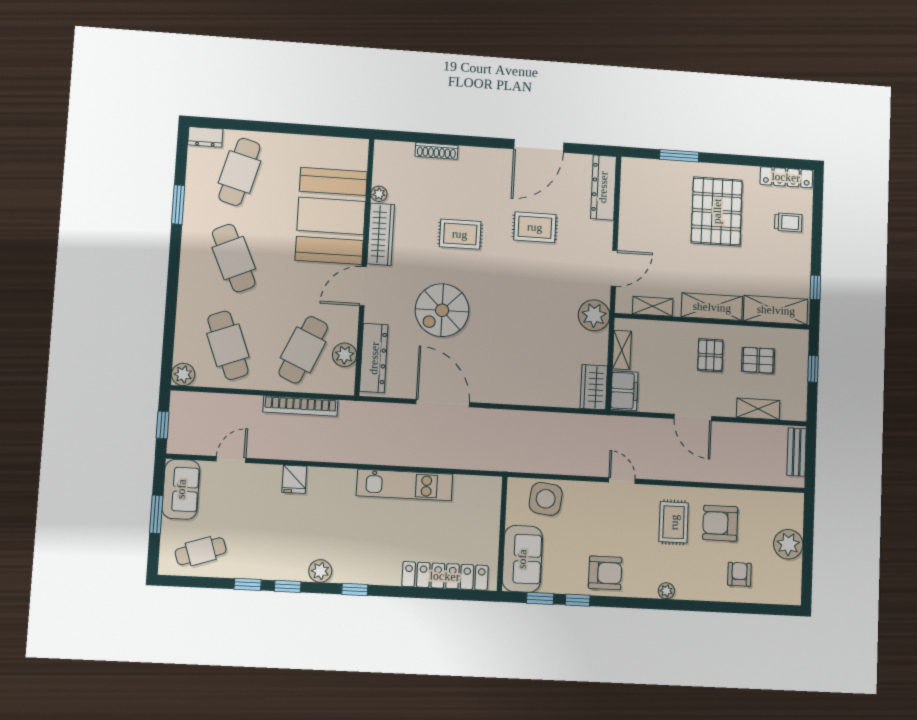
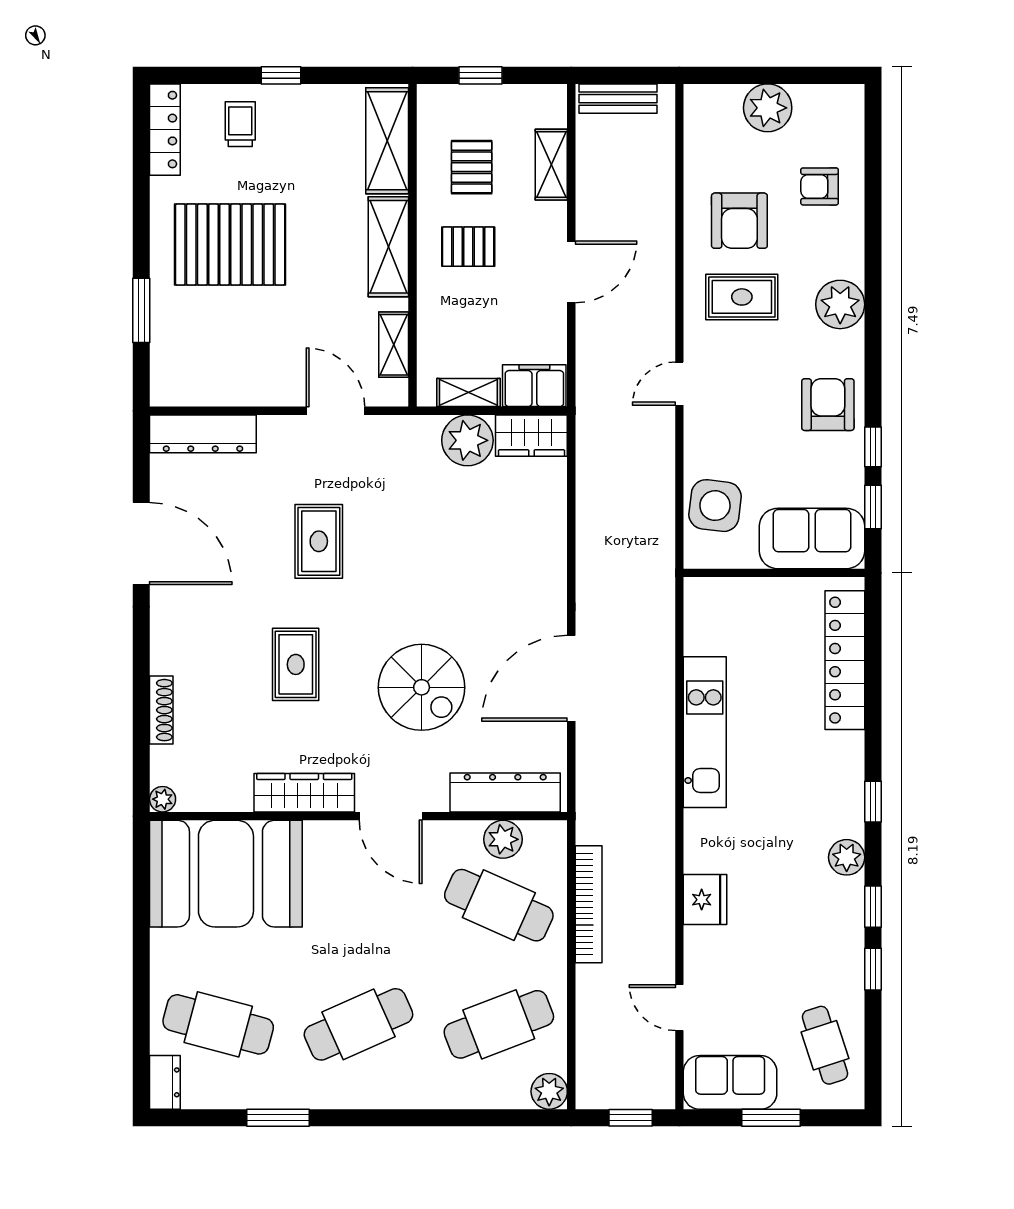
plant: (379, 194) -> (163, 799), moved
booth: (331, 216) -> (226, 874), moved
rug: (535, 227) -> (319, 541), moved
window: (815, 287) -> (281, 75), moved
plant: (594, 315) -> (467, 440), moved
fridge: (294, 479) -> (705, 900), width x1.38
plant: (666, 591) -> (840, 304), width x1.87, depth x1.87

